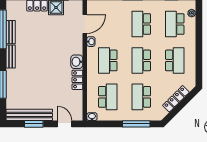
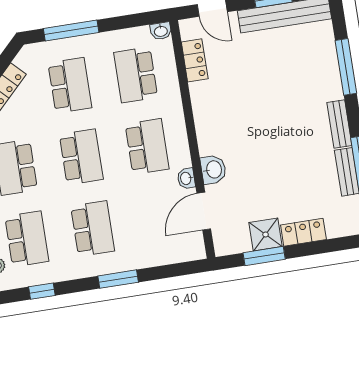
washbasin: (77, 62) -> (213, 170), moved
locker: (77, 80) -> (195, 60), moved

